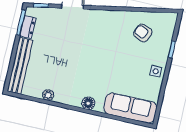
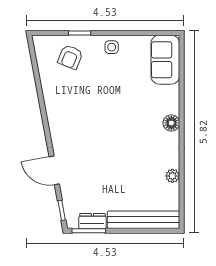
armchair: (143, 33) -> (70, 57), moved
sofa: (130, 108) -> (165, 60), width x0.73

